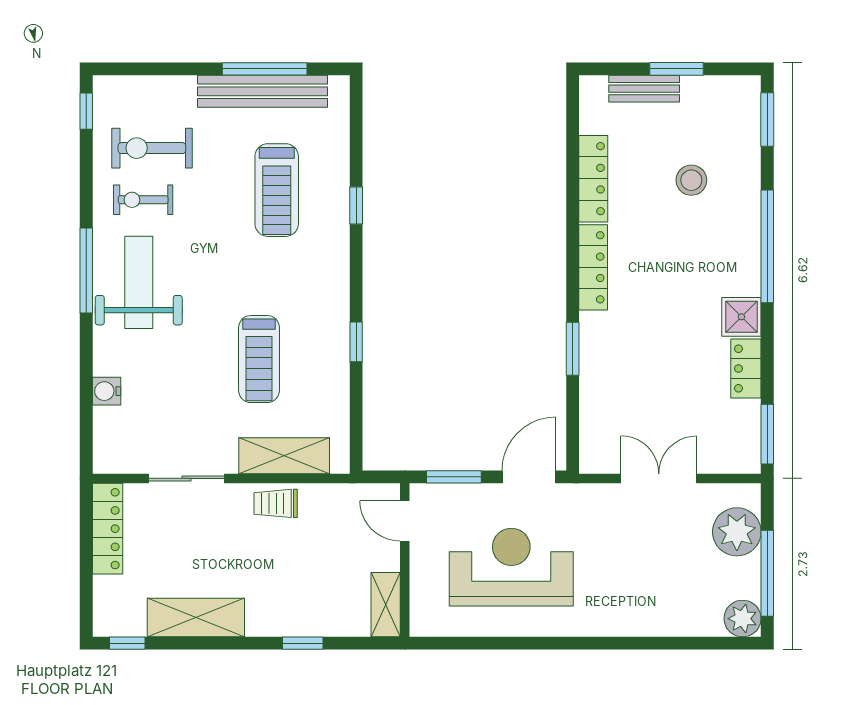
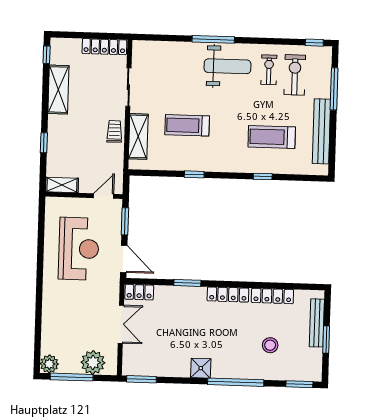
window: (265, 69) -> (334, 89), moved
bench: (644, 89) -> (317, 323), width x1.36
window: (86, 270) -> (213, 39), moved
locker: (746, 369) -> (139, 292), moved, turned 180
water cooler: (107, 391) -> (173, 48), removed

